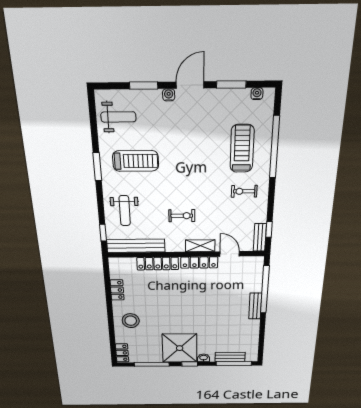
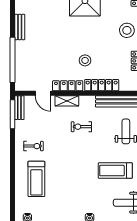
window: (275, 147) -> (12, 180), removed
window: (269, 229) -> (12, 114), width x2.17
stool: (178, 290) -> (85, 60), added
bench: (255, 306) -> (20, 27), moved

